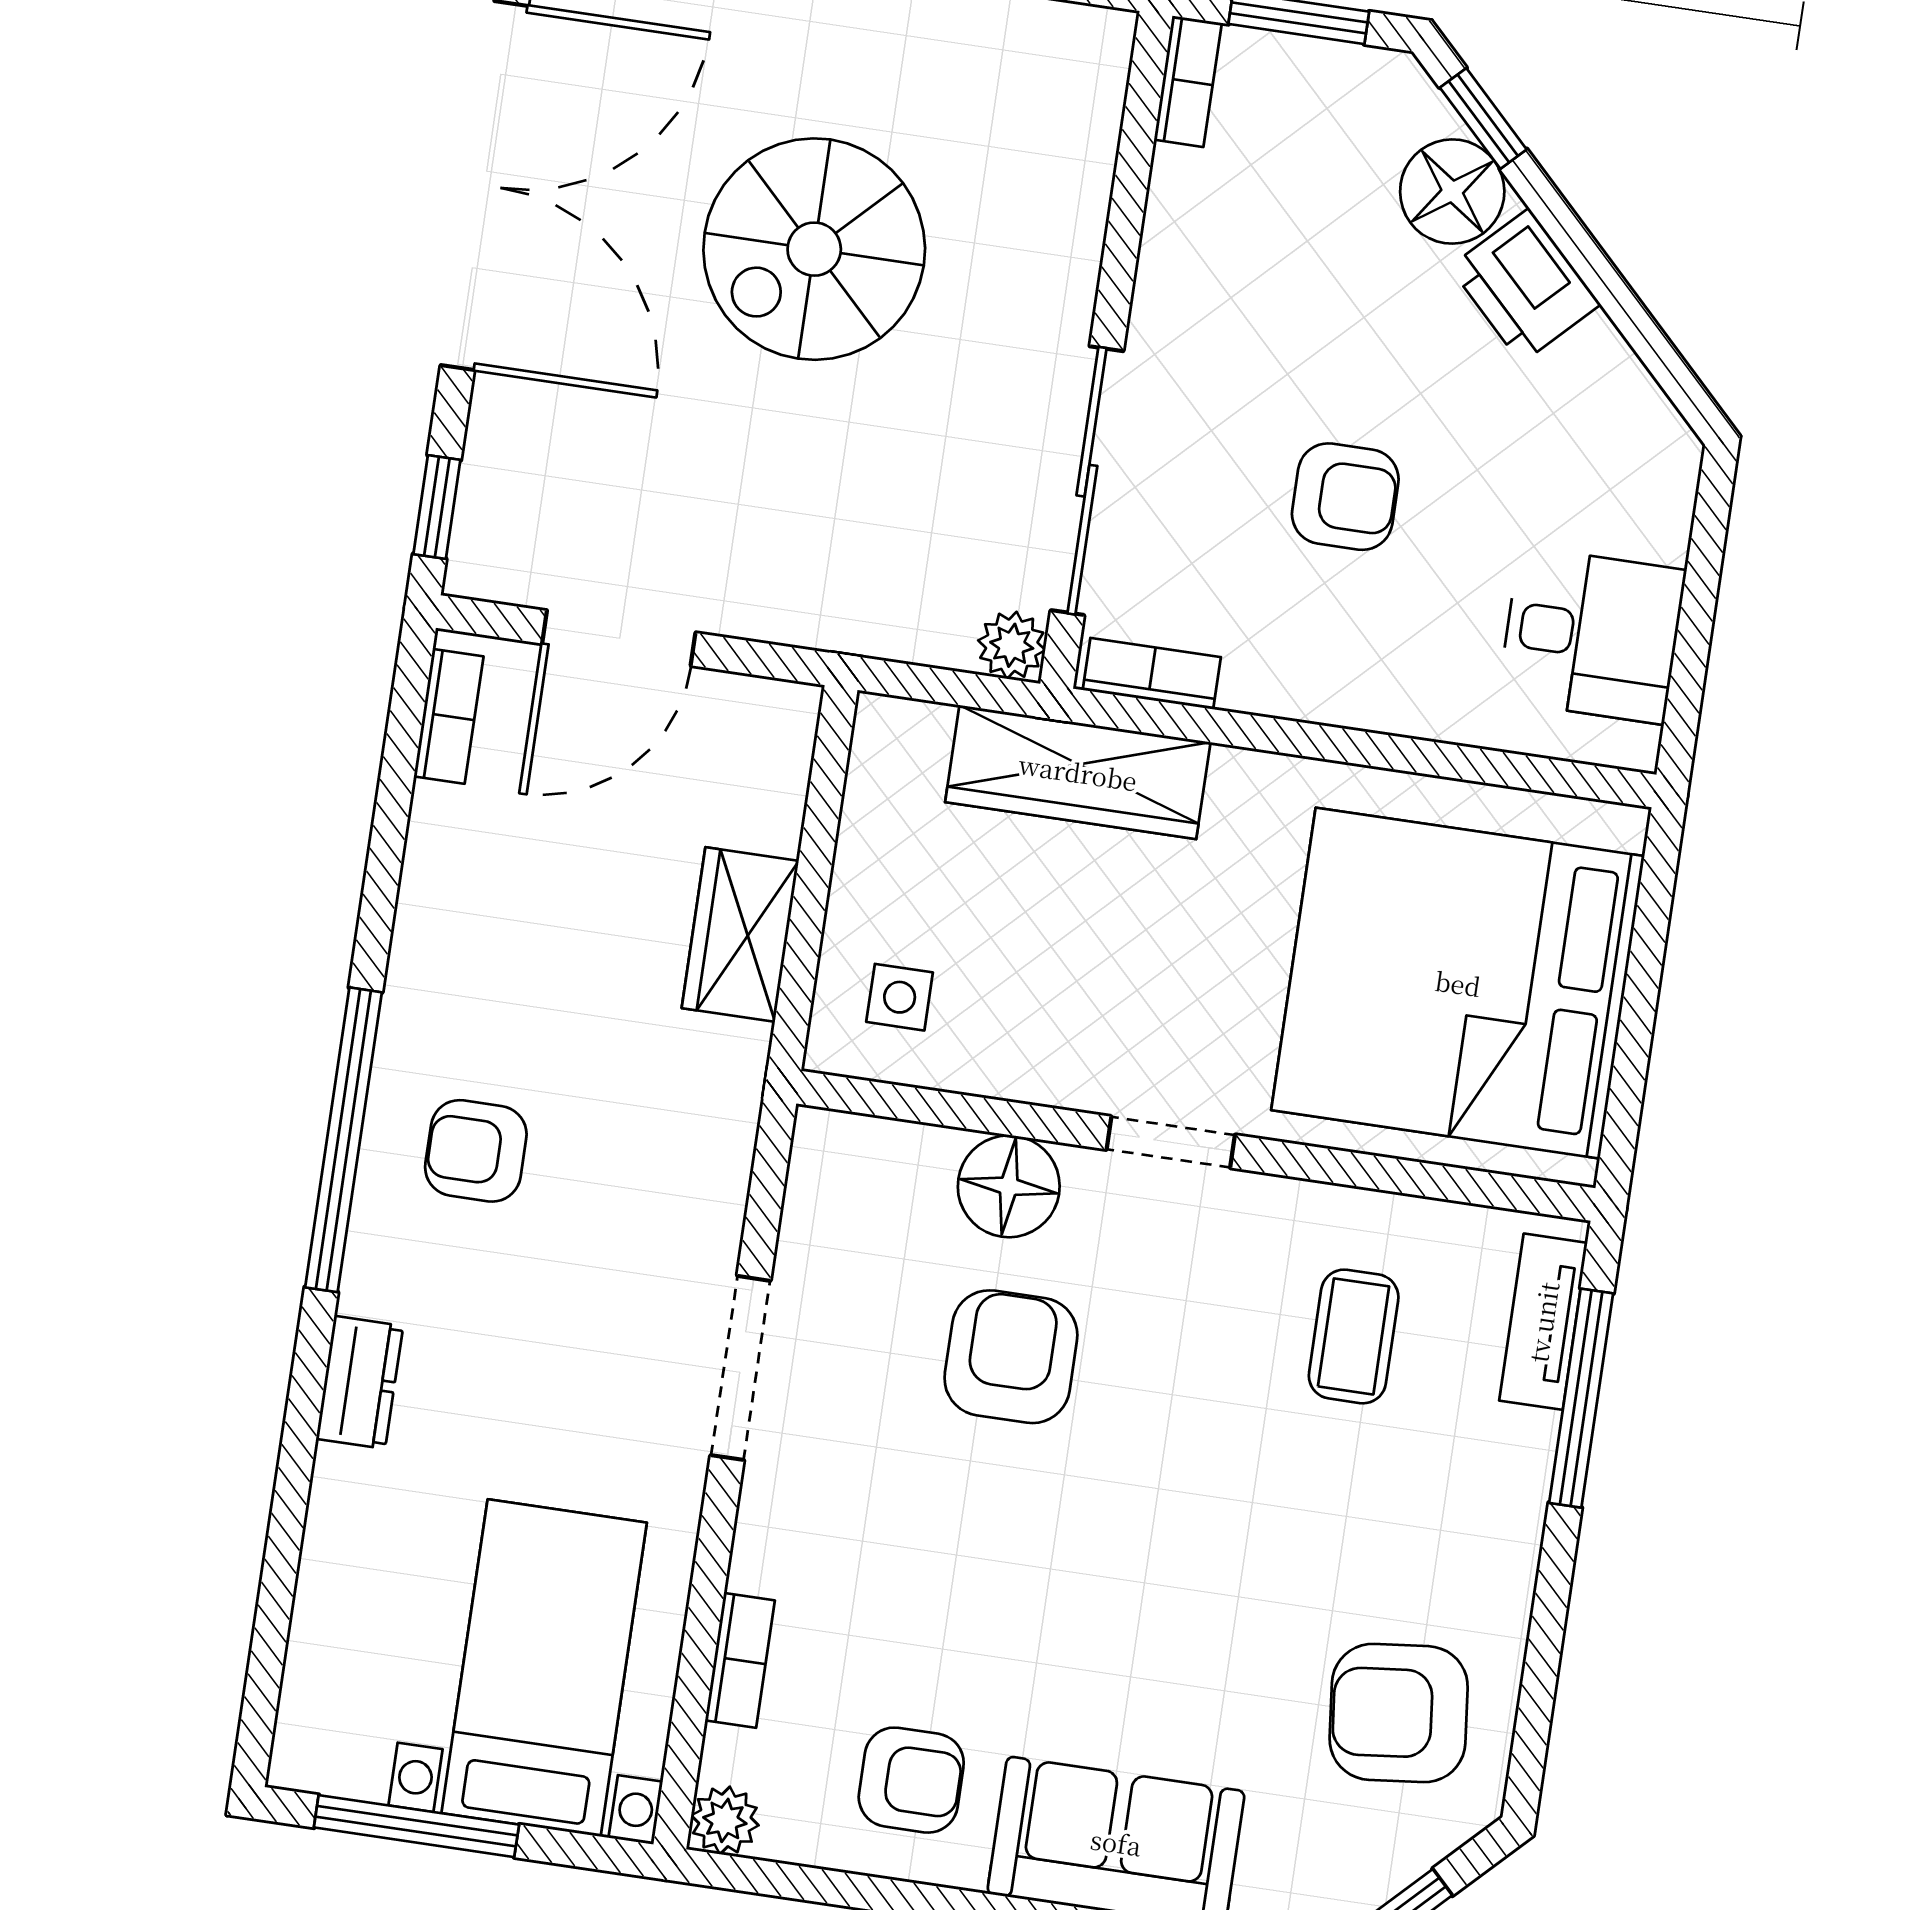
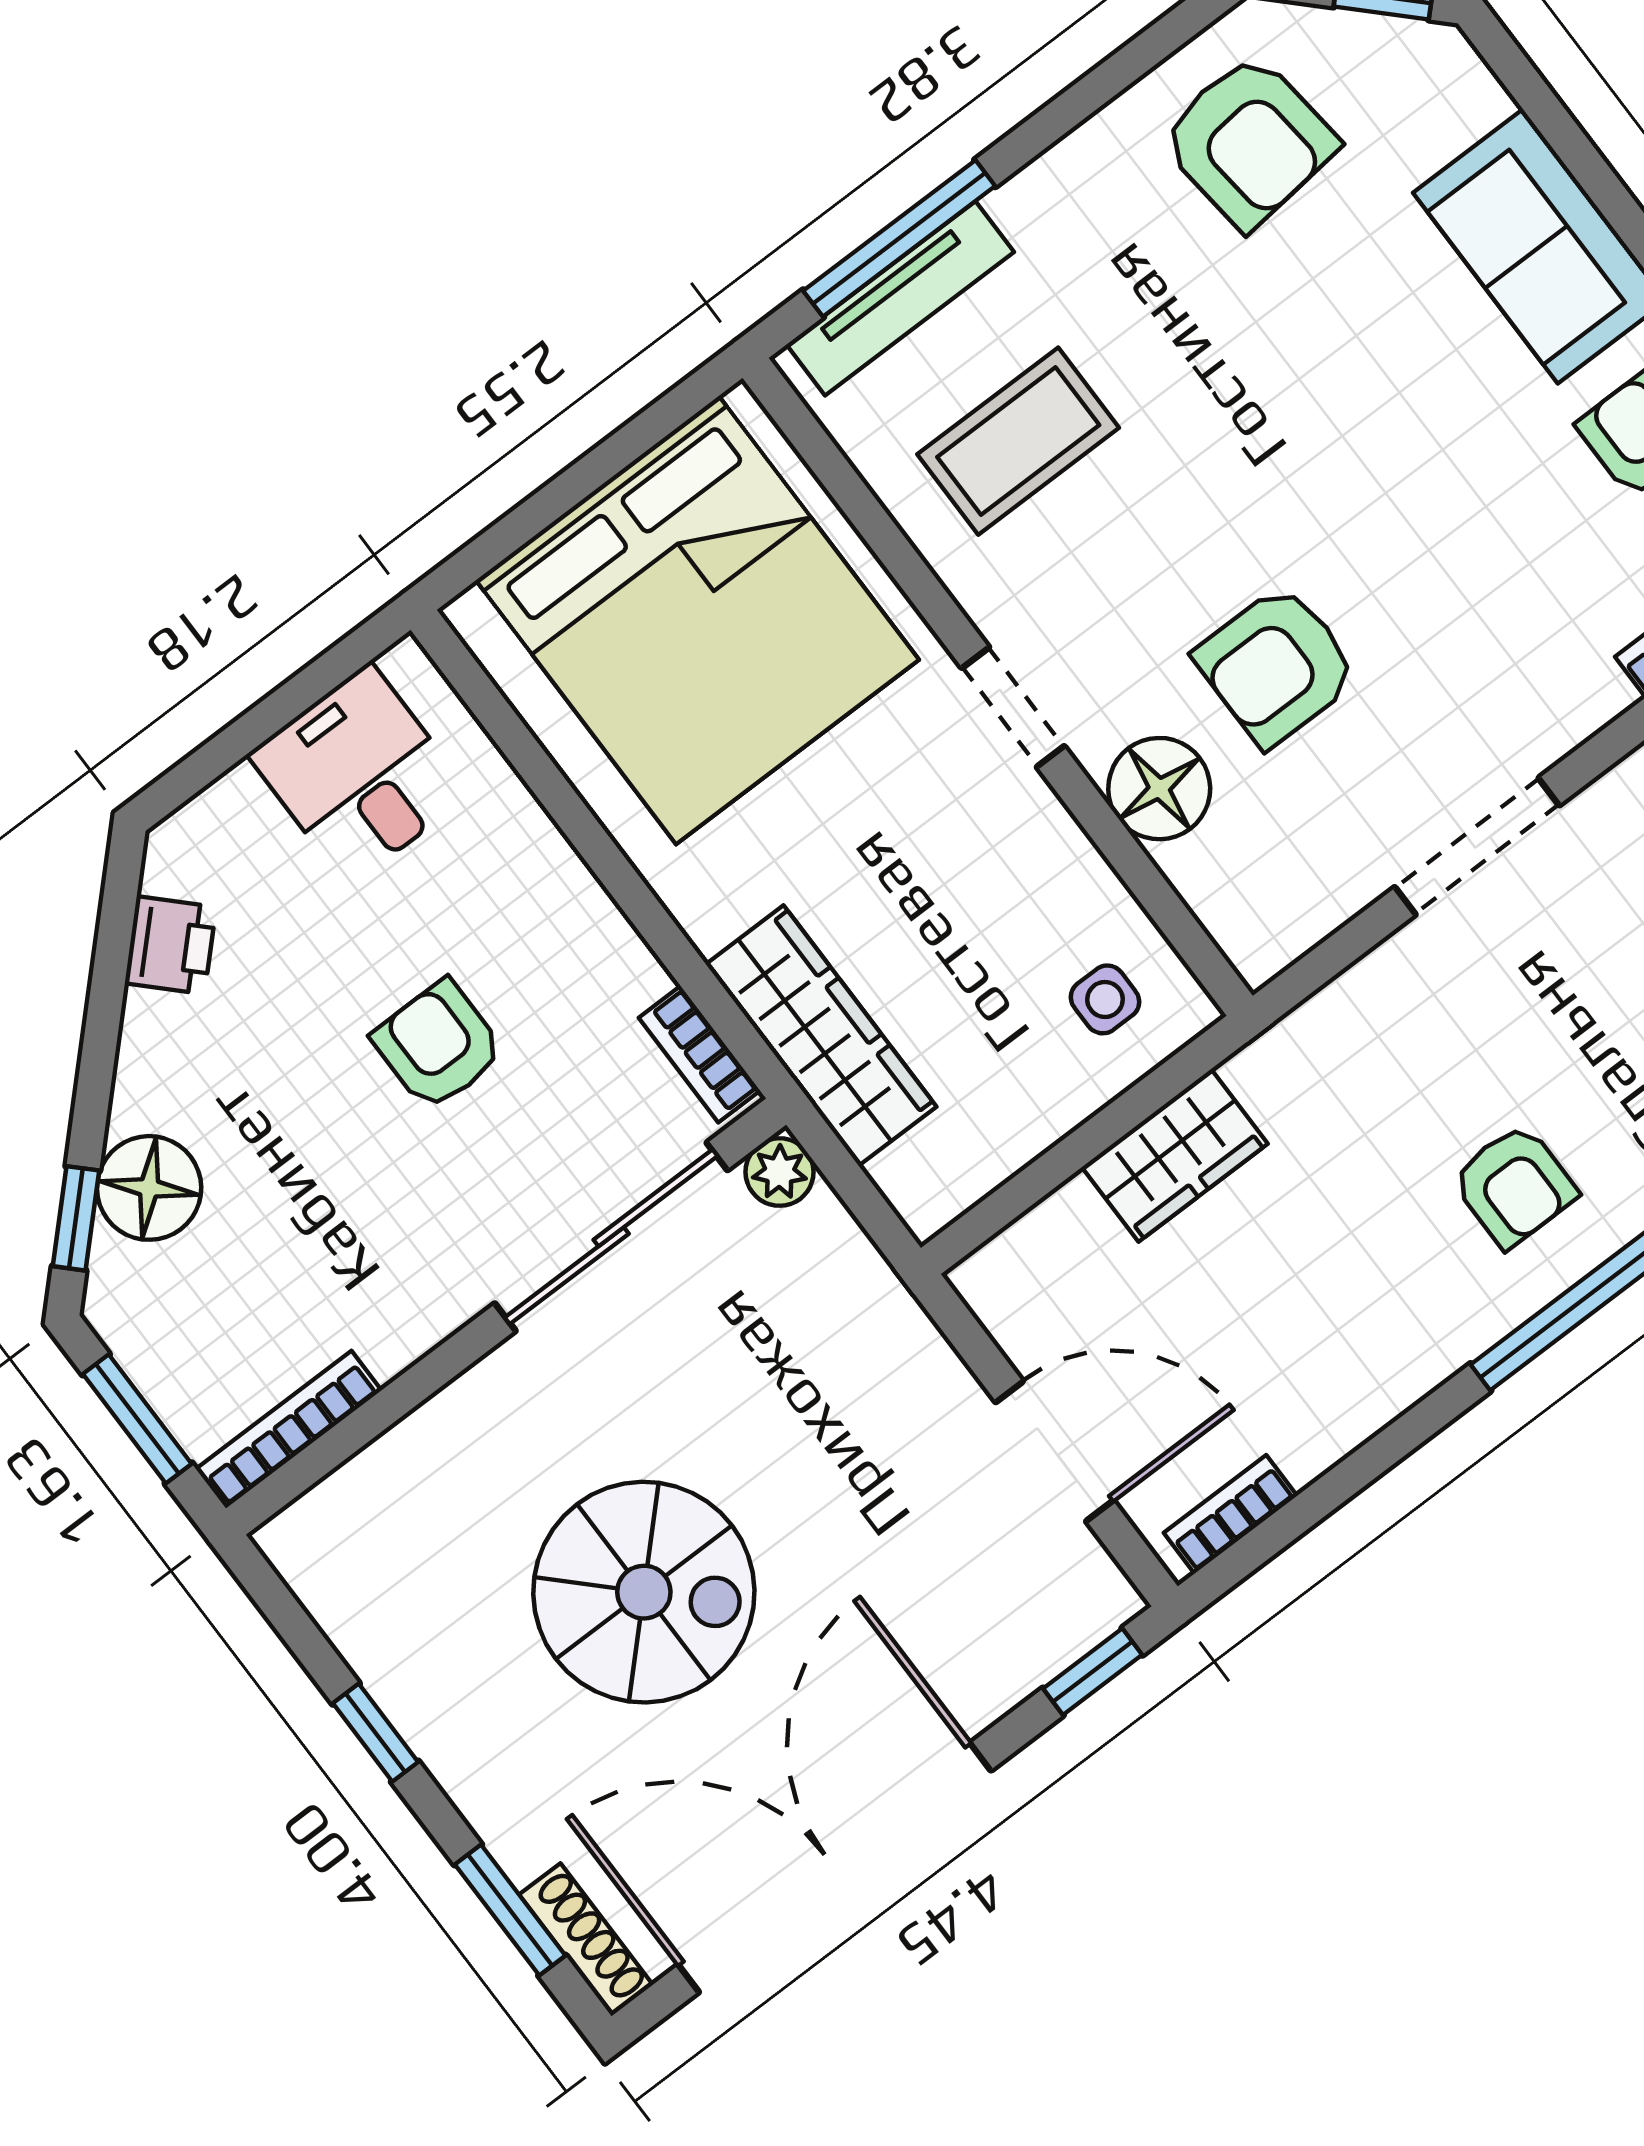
bookcase: (1188, 81) -> (289, 1430), width x1.56
printer: (1525, 286) -> (170, 945), moved, width x0.73, depth x0.81
tv unit: (1543, 1322) -> (900, 298), width x1.41
coffee table: (1354, 1336) -> (1018, 441), width x1.36, depth x1.30

